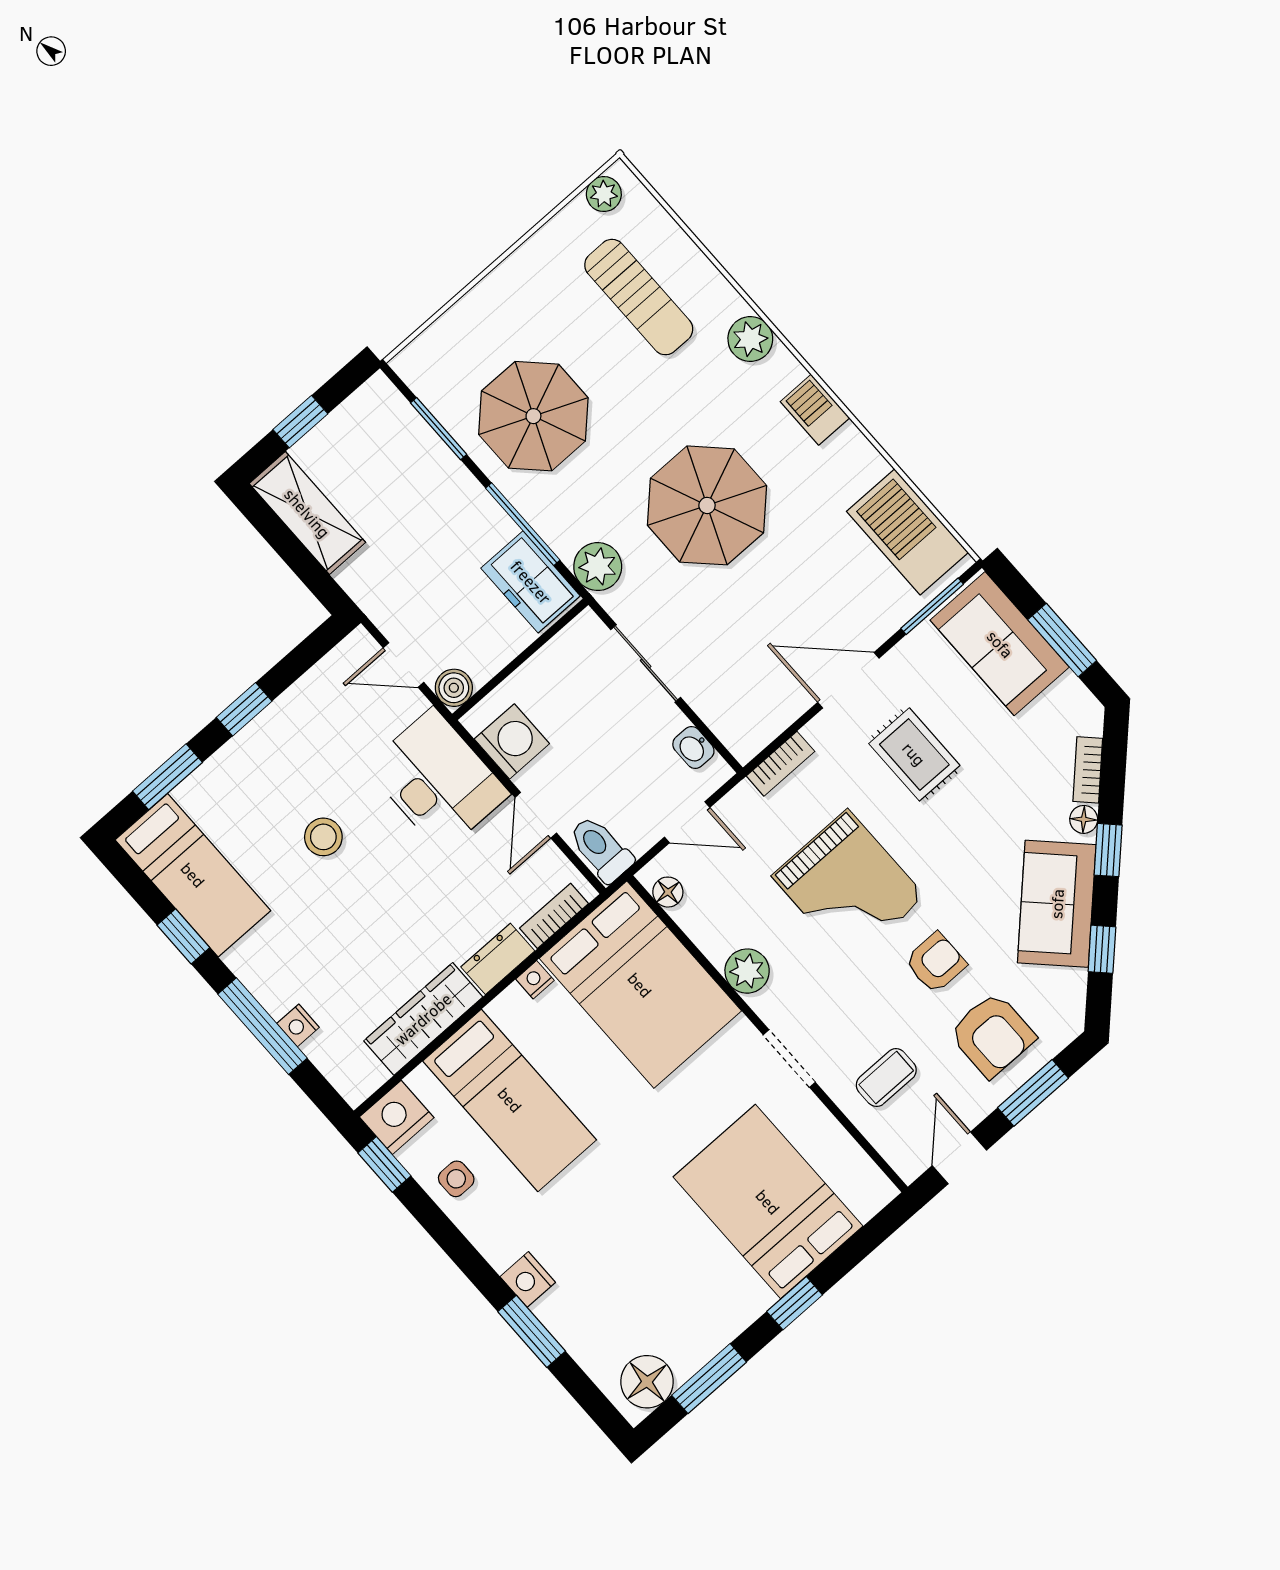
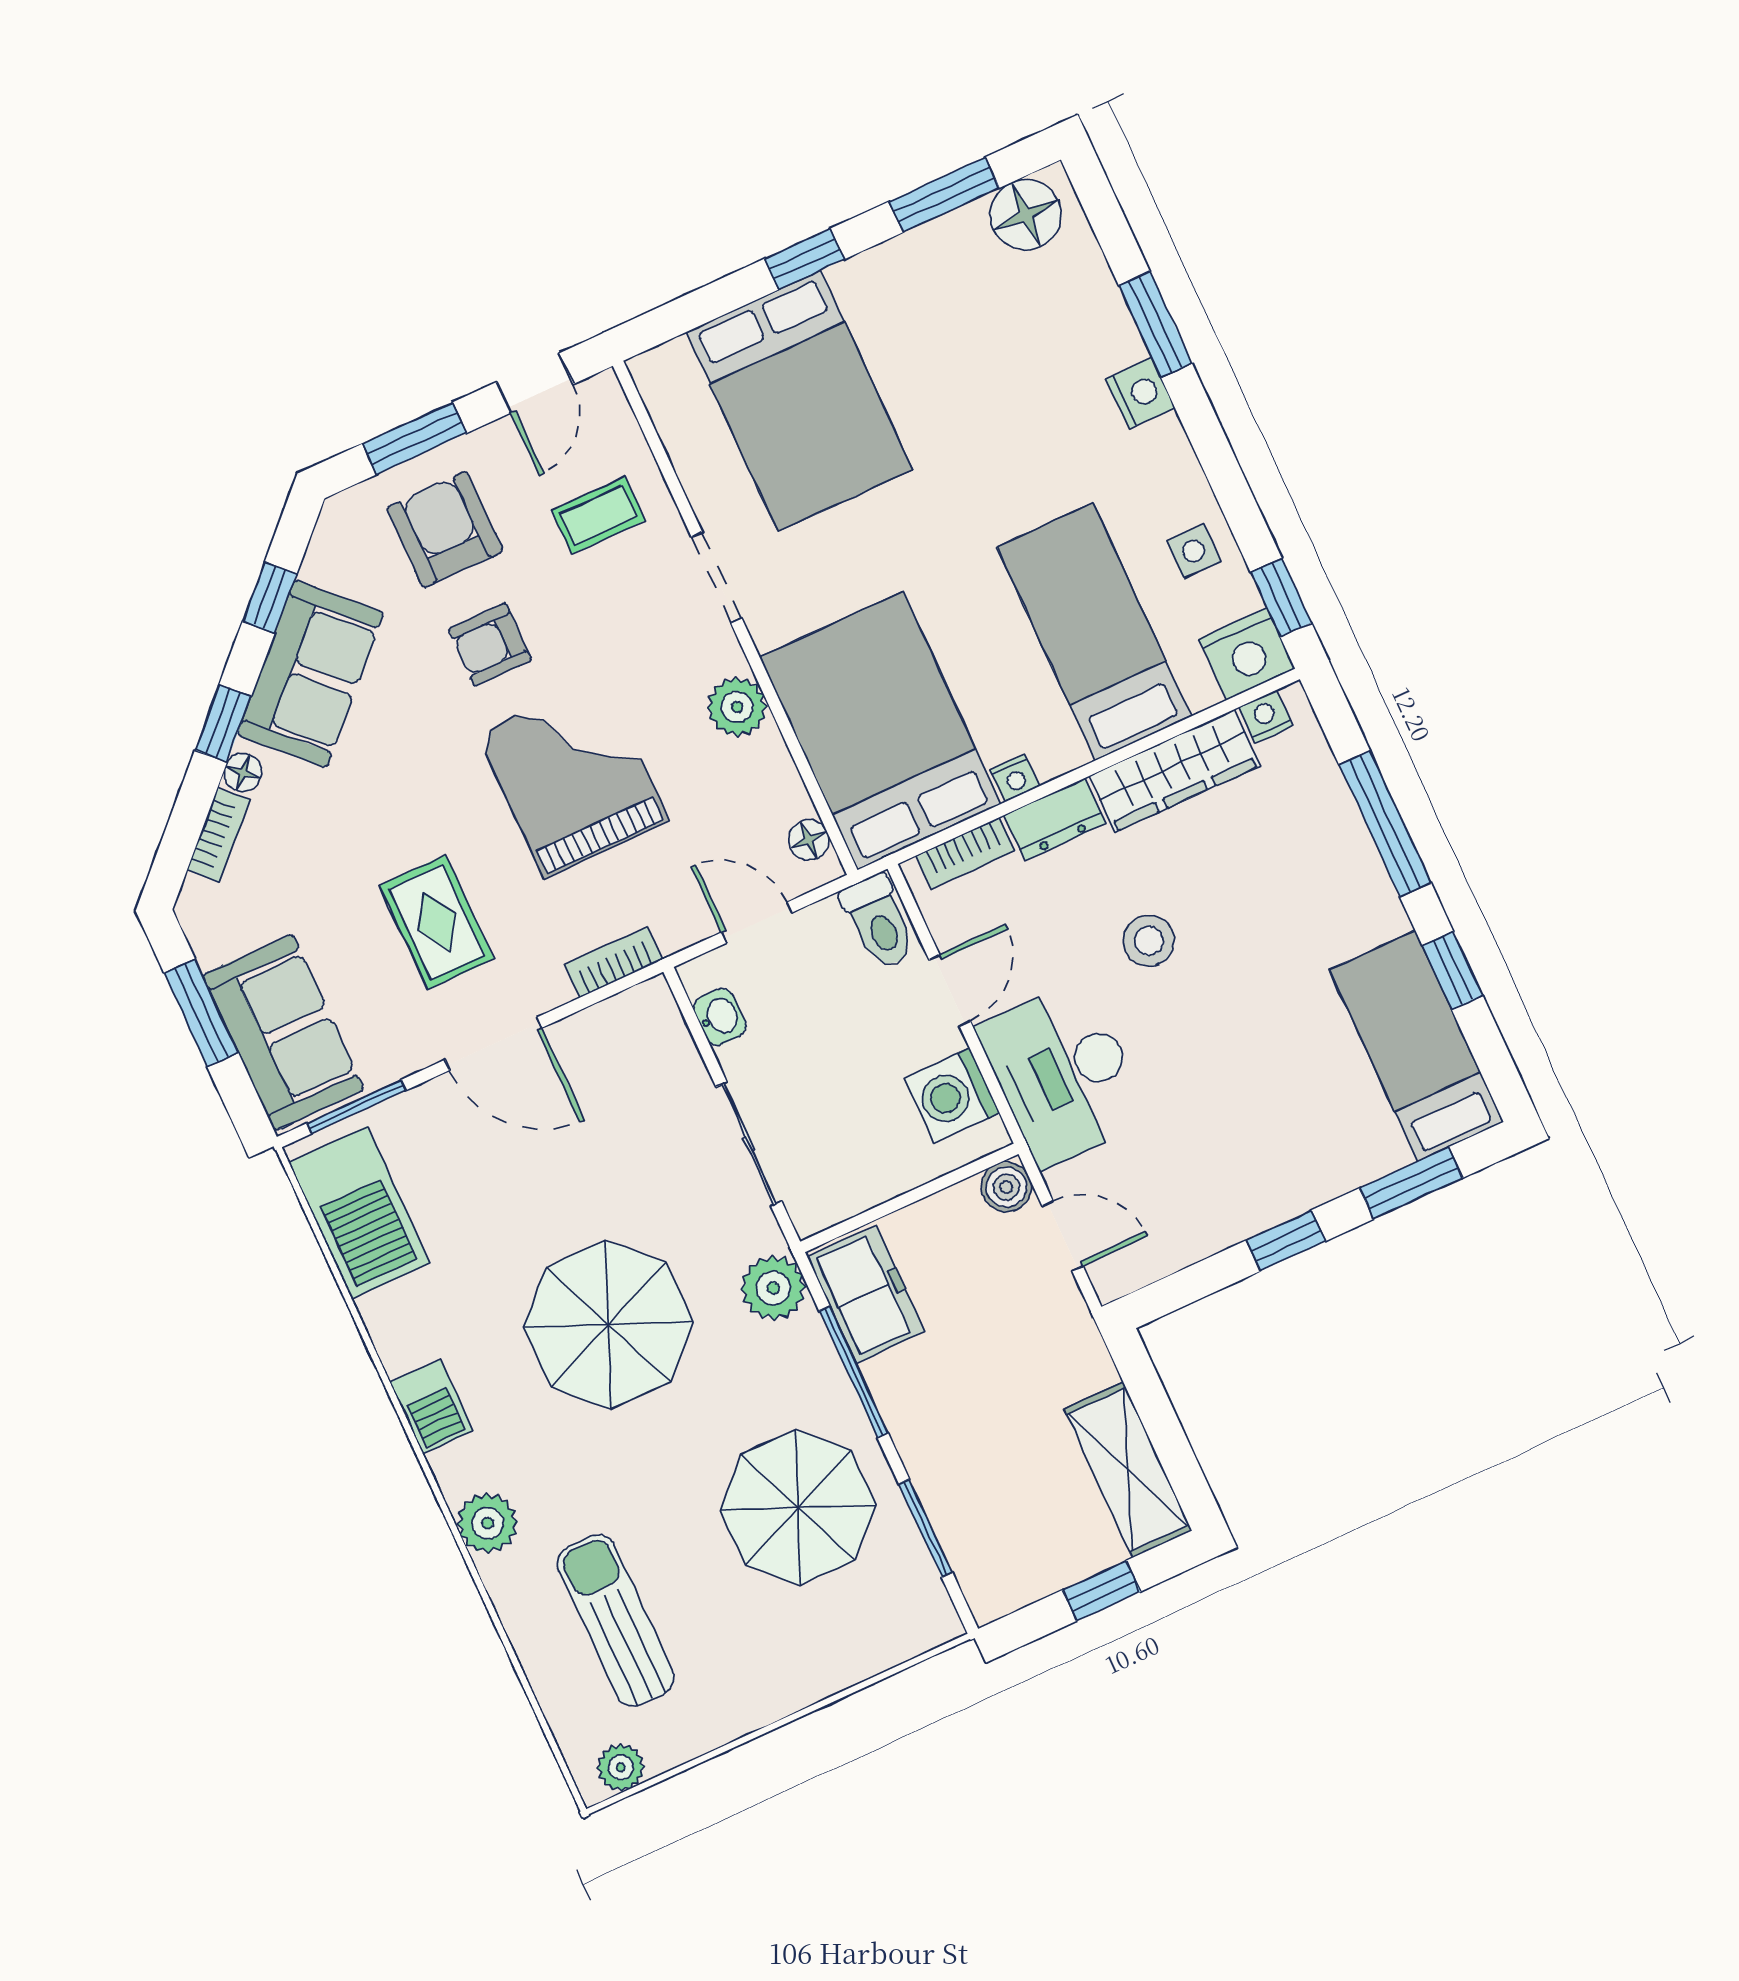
stool: (323, 837) -> (1149, 941), moved
nightstand: (298, 1025) -> (1266, 717), moved, turned -90

